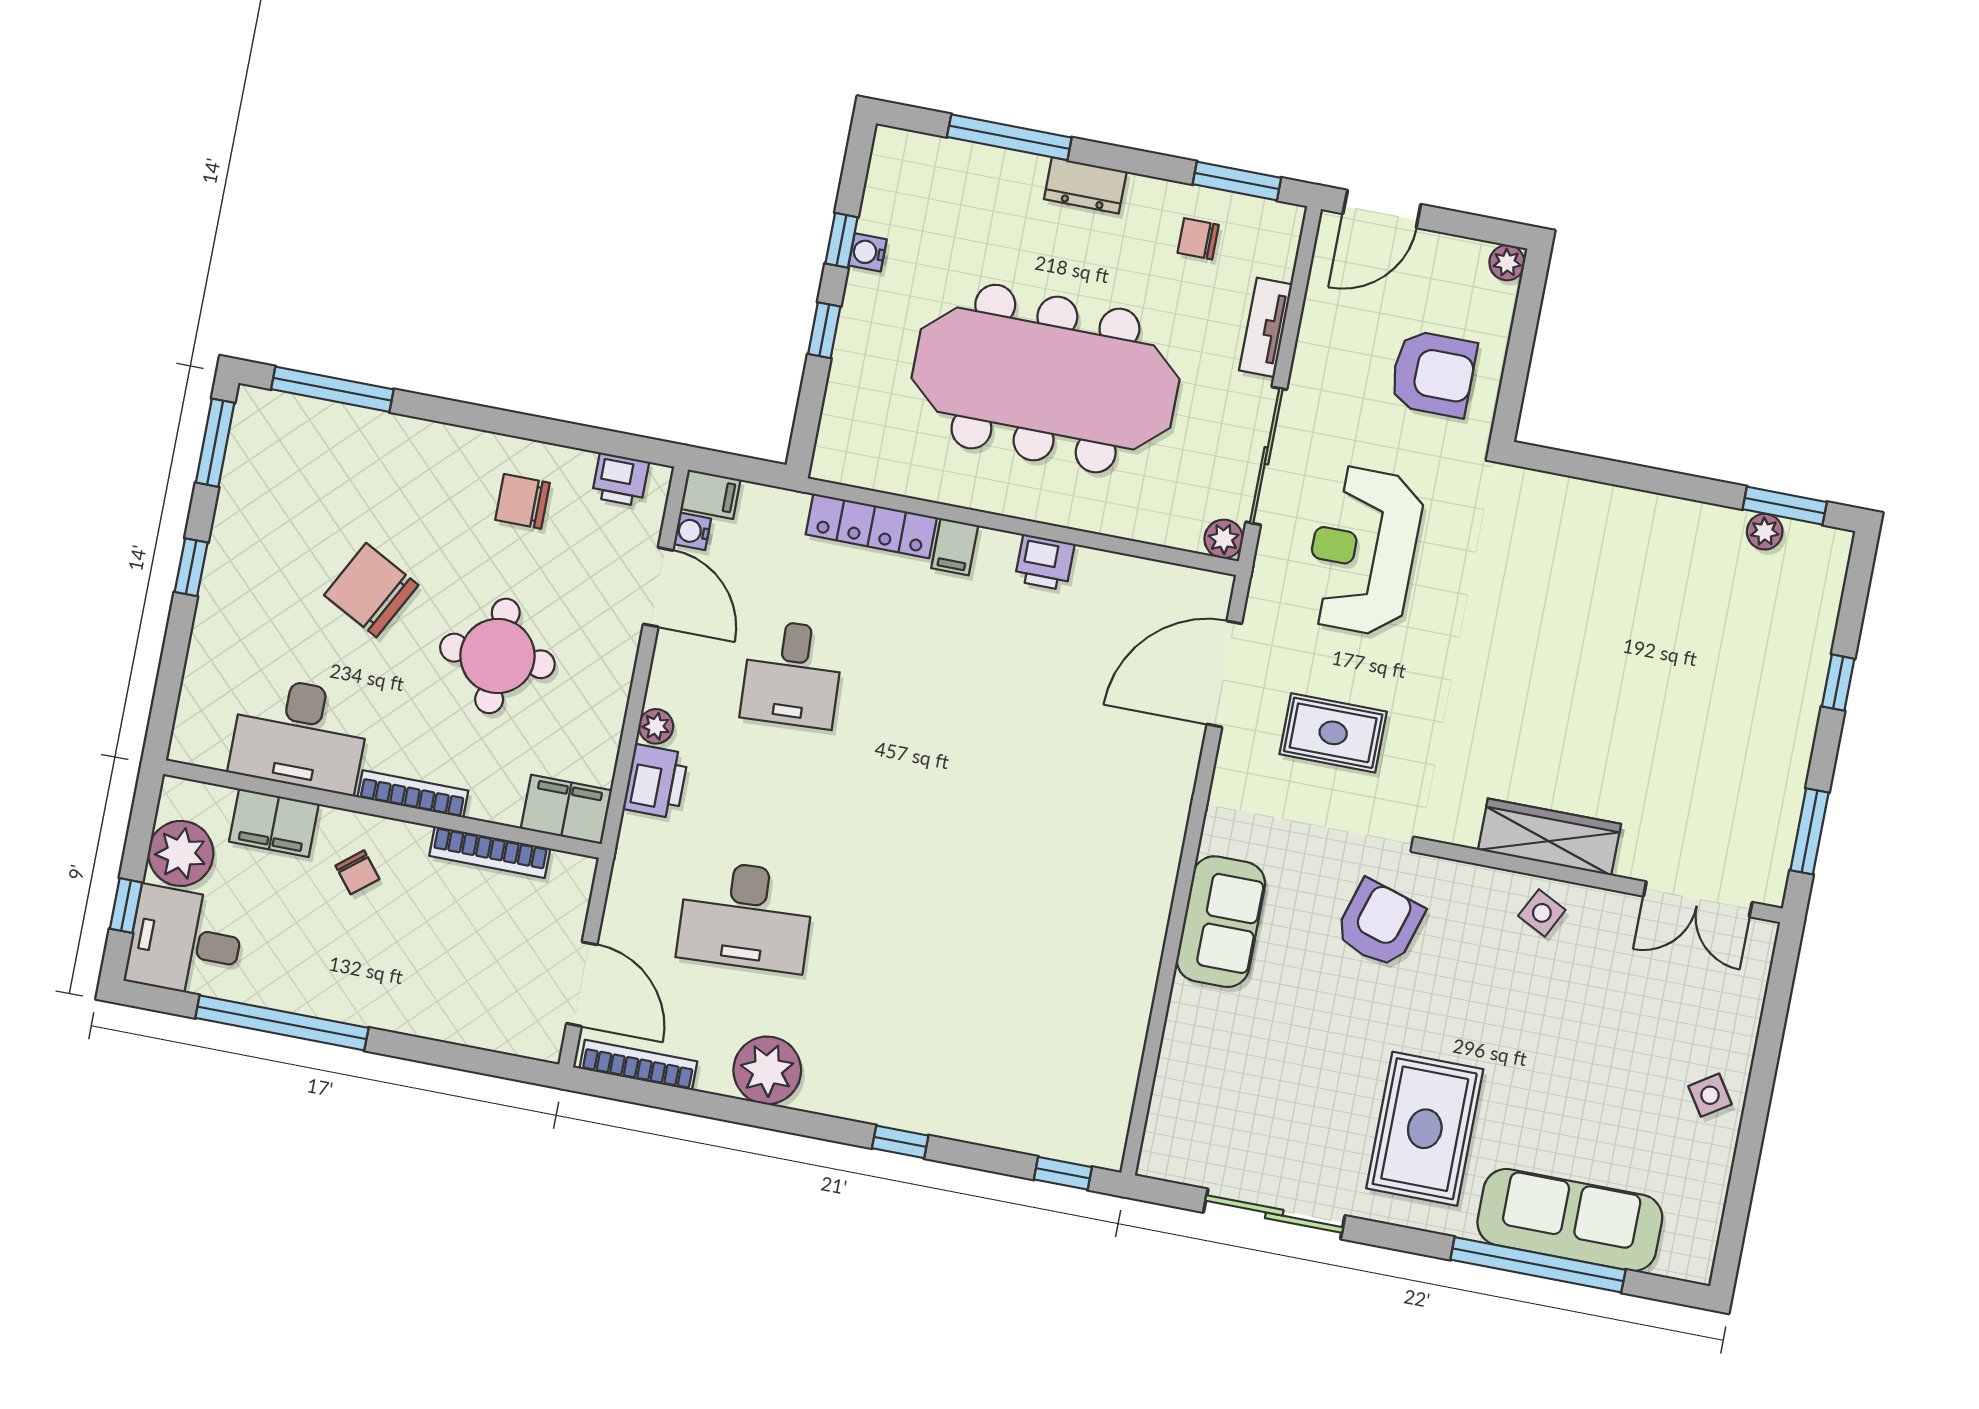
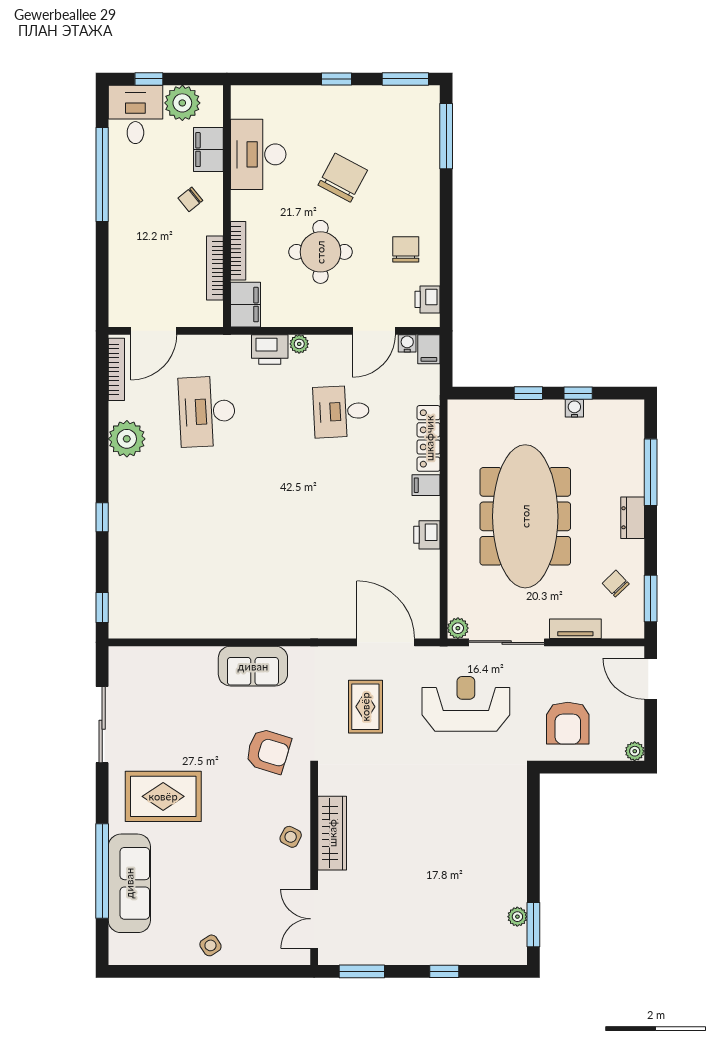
chair: (1198, 239) -> (616, 584), turned -44
bookcase: (413, 794) -> (238, 251), moved

